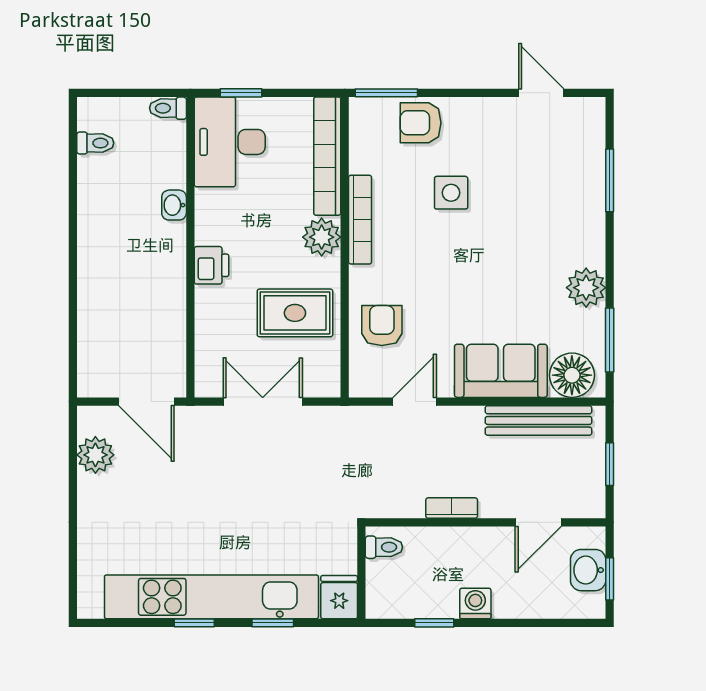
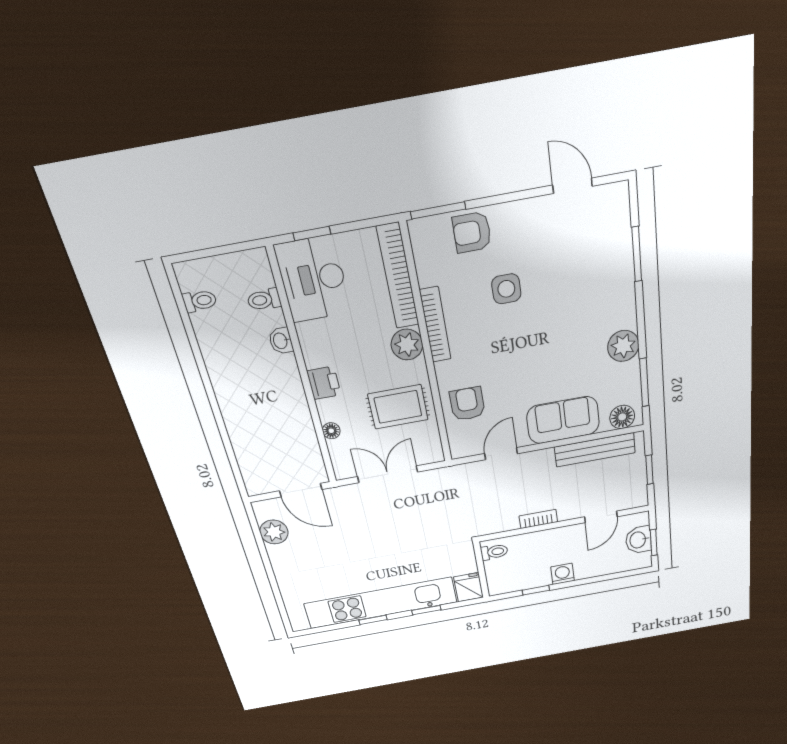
toilet: (168, 108) -> (264, 300), moved
floor lamp: (205, 328) -> (331, 431), added
floor lamp: (572, 375) -> (622, 417), width x0.73, depth x0.73

